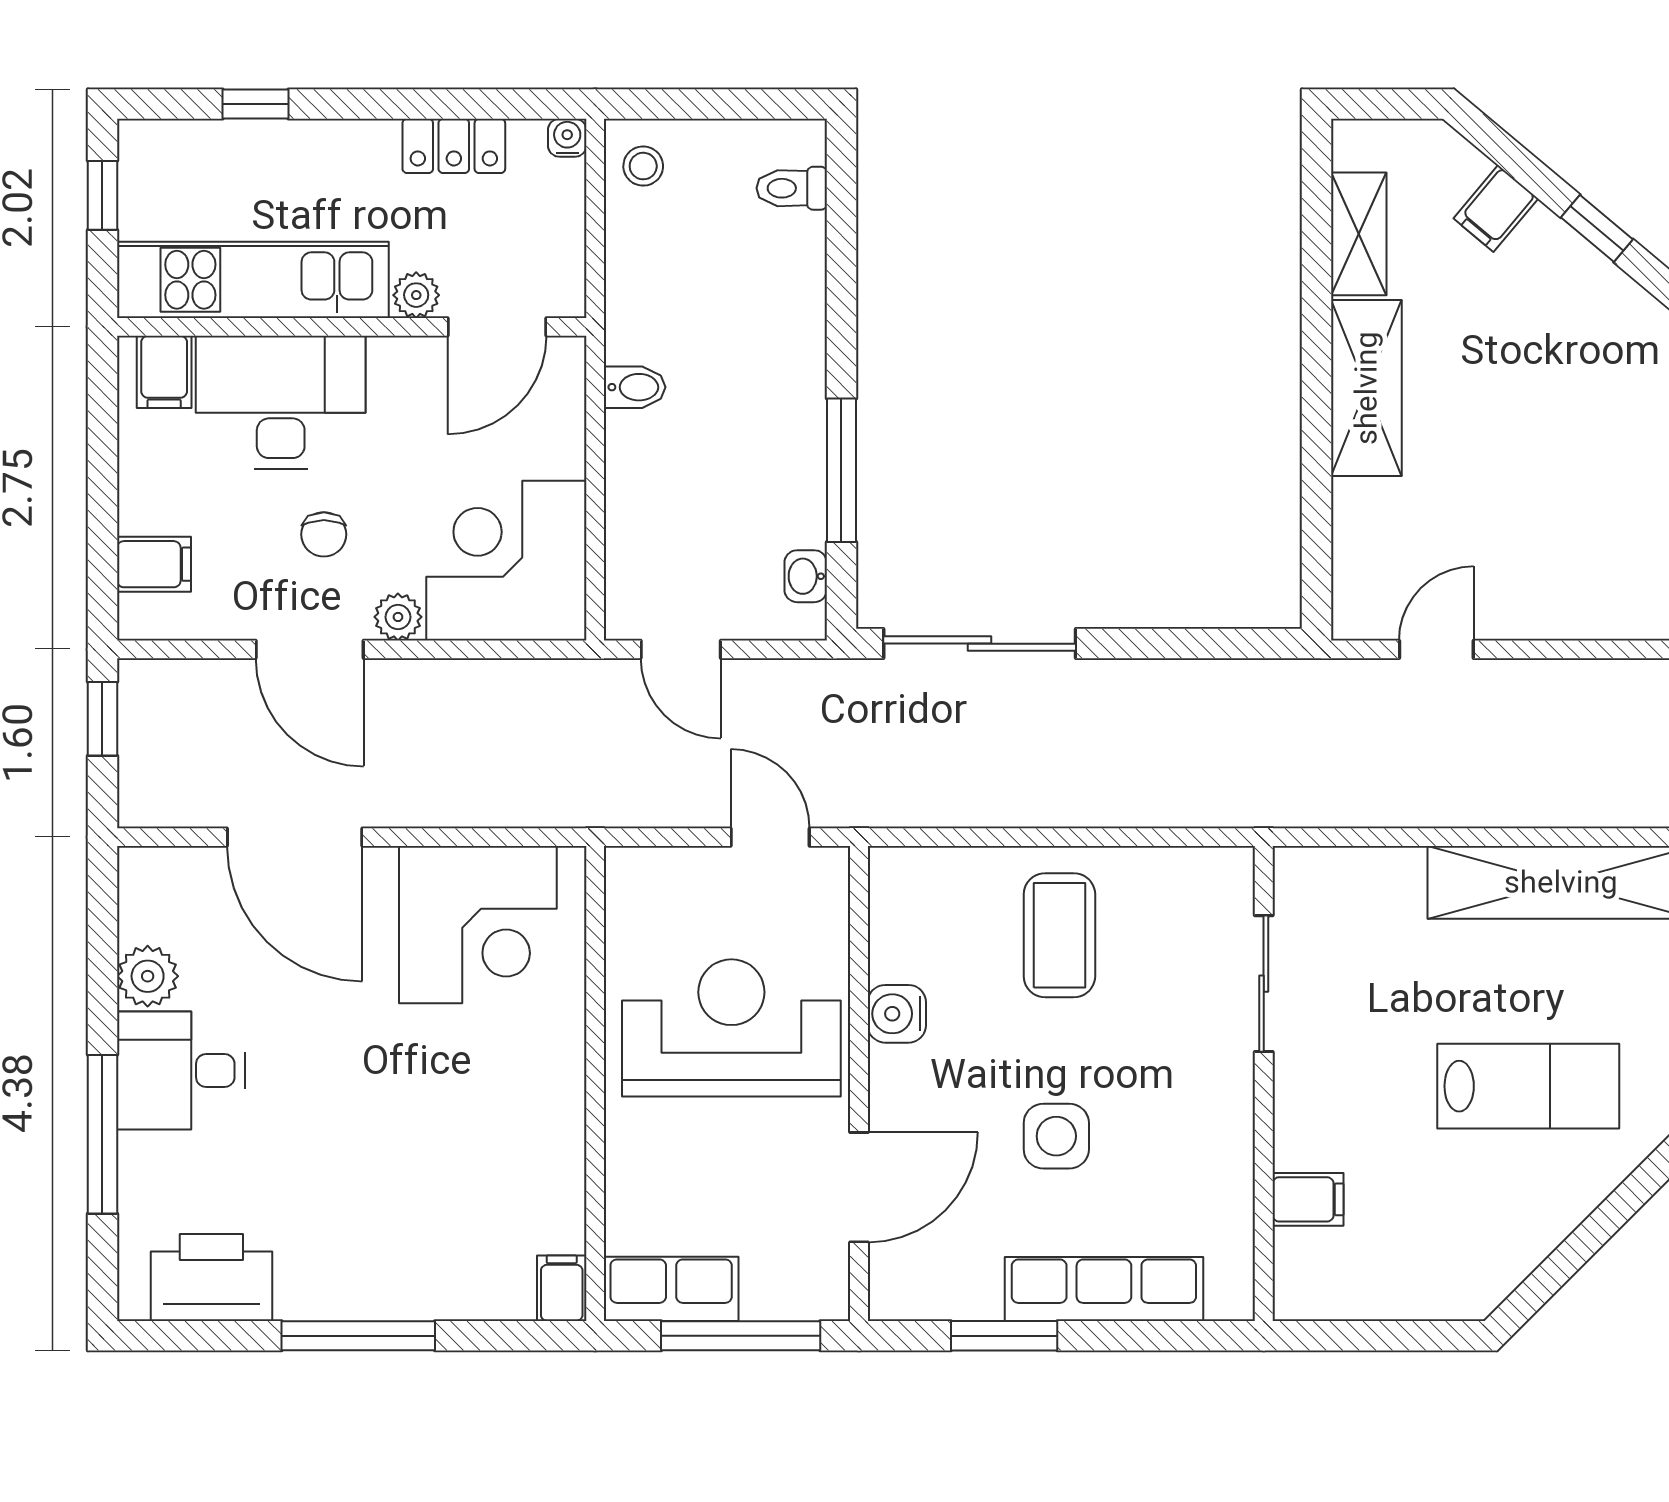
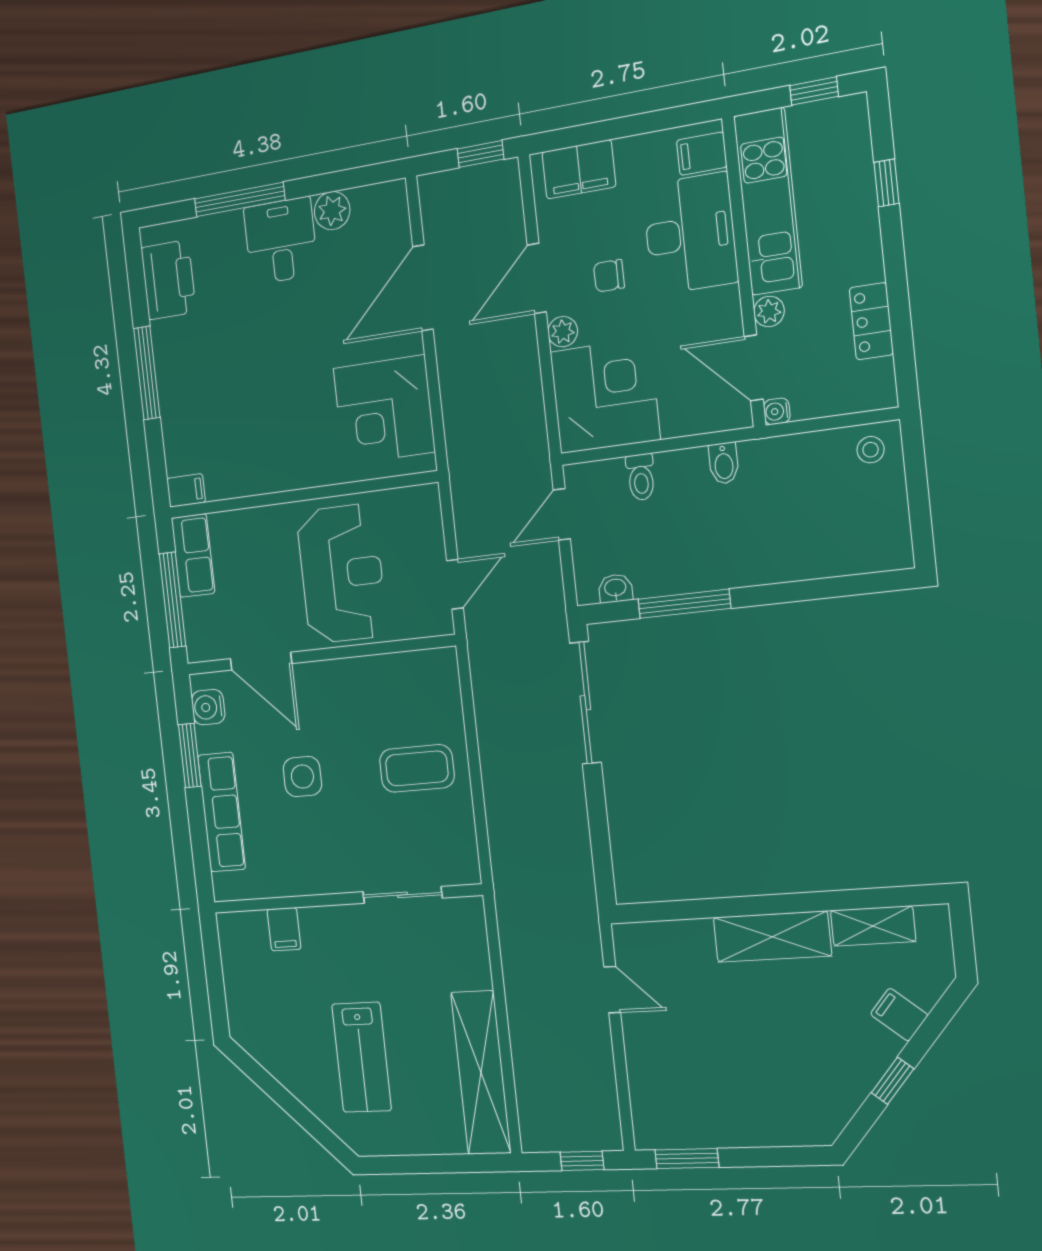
water cooler: (567, 138) -> (777, 411), moved, turned 180
toilet: (792, 188) -> (641, 477), moved, turned 180
filing cabinet: (154, 564) -> (579, 169), width x2.00
water cooler: (897, 1014) -> (208, 707), moved, turned -90

